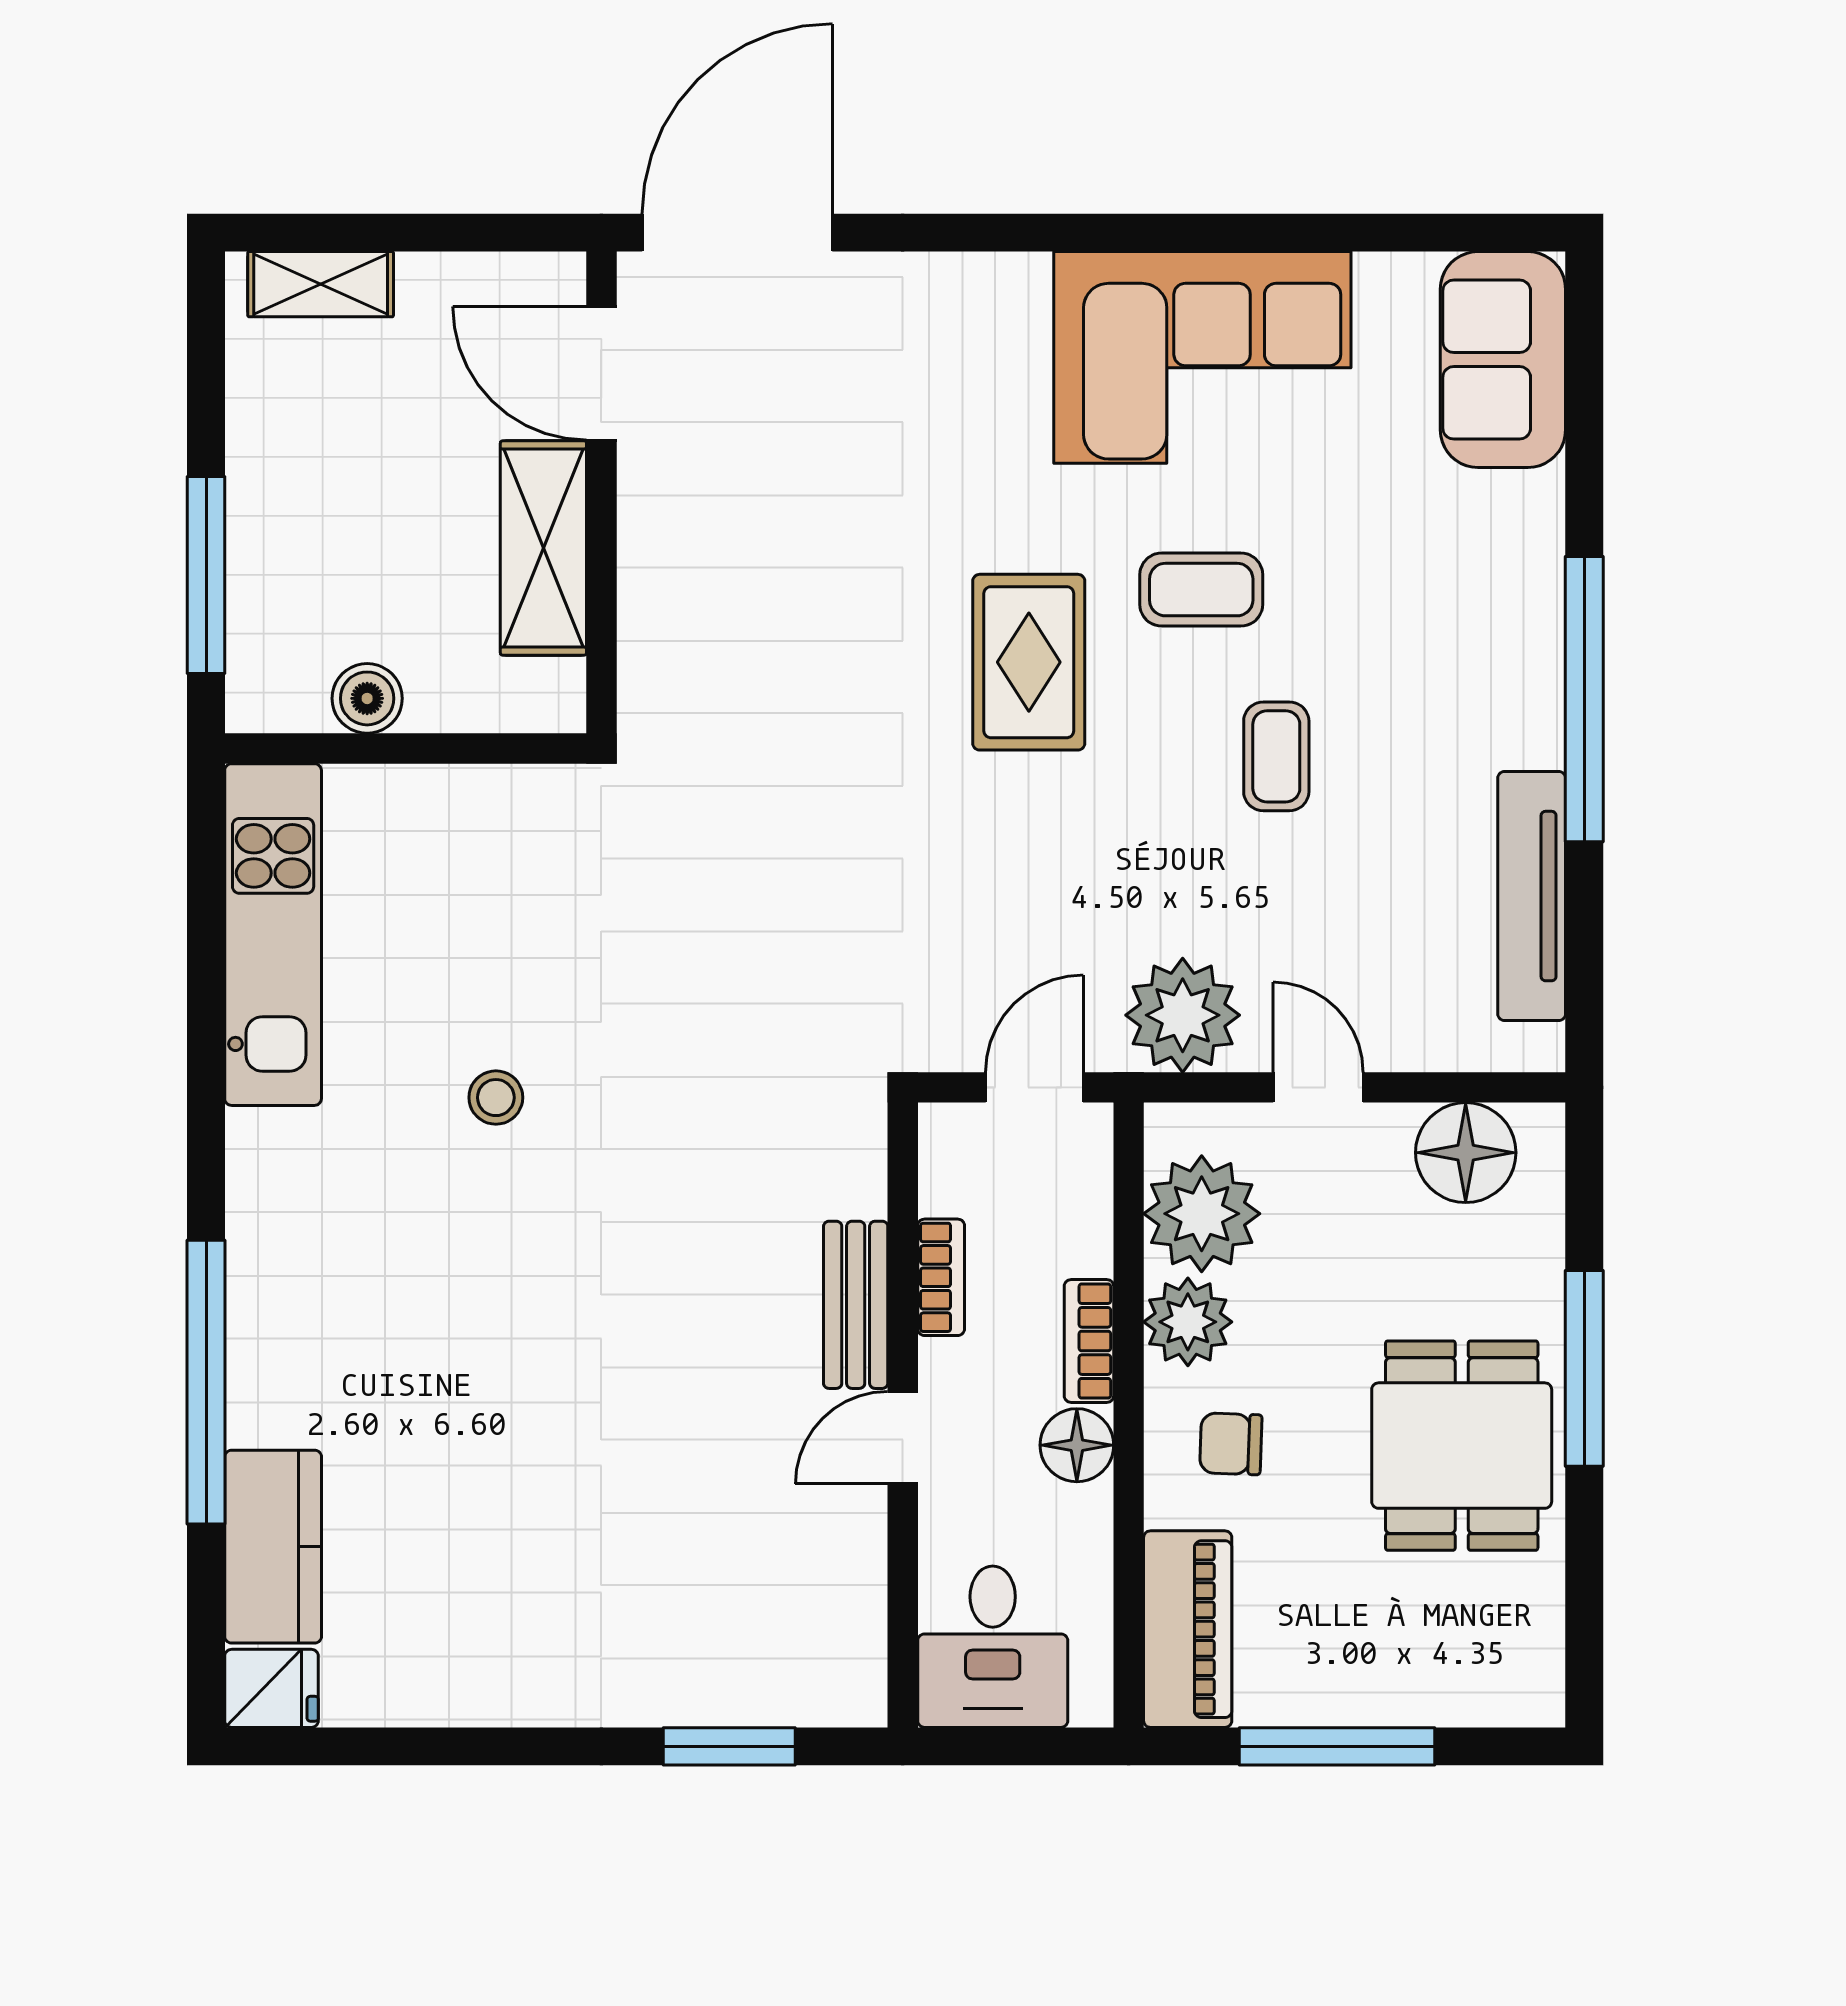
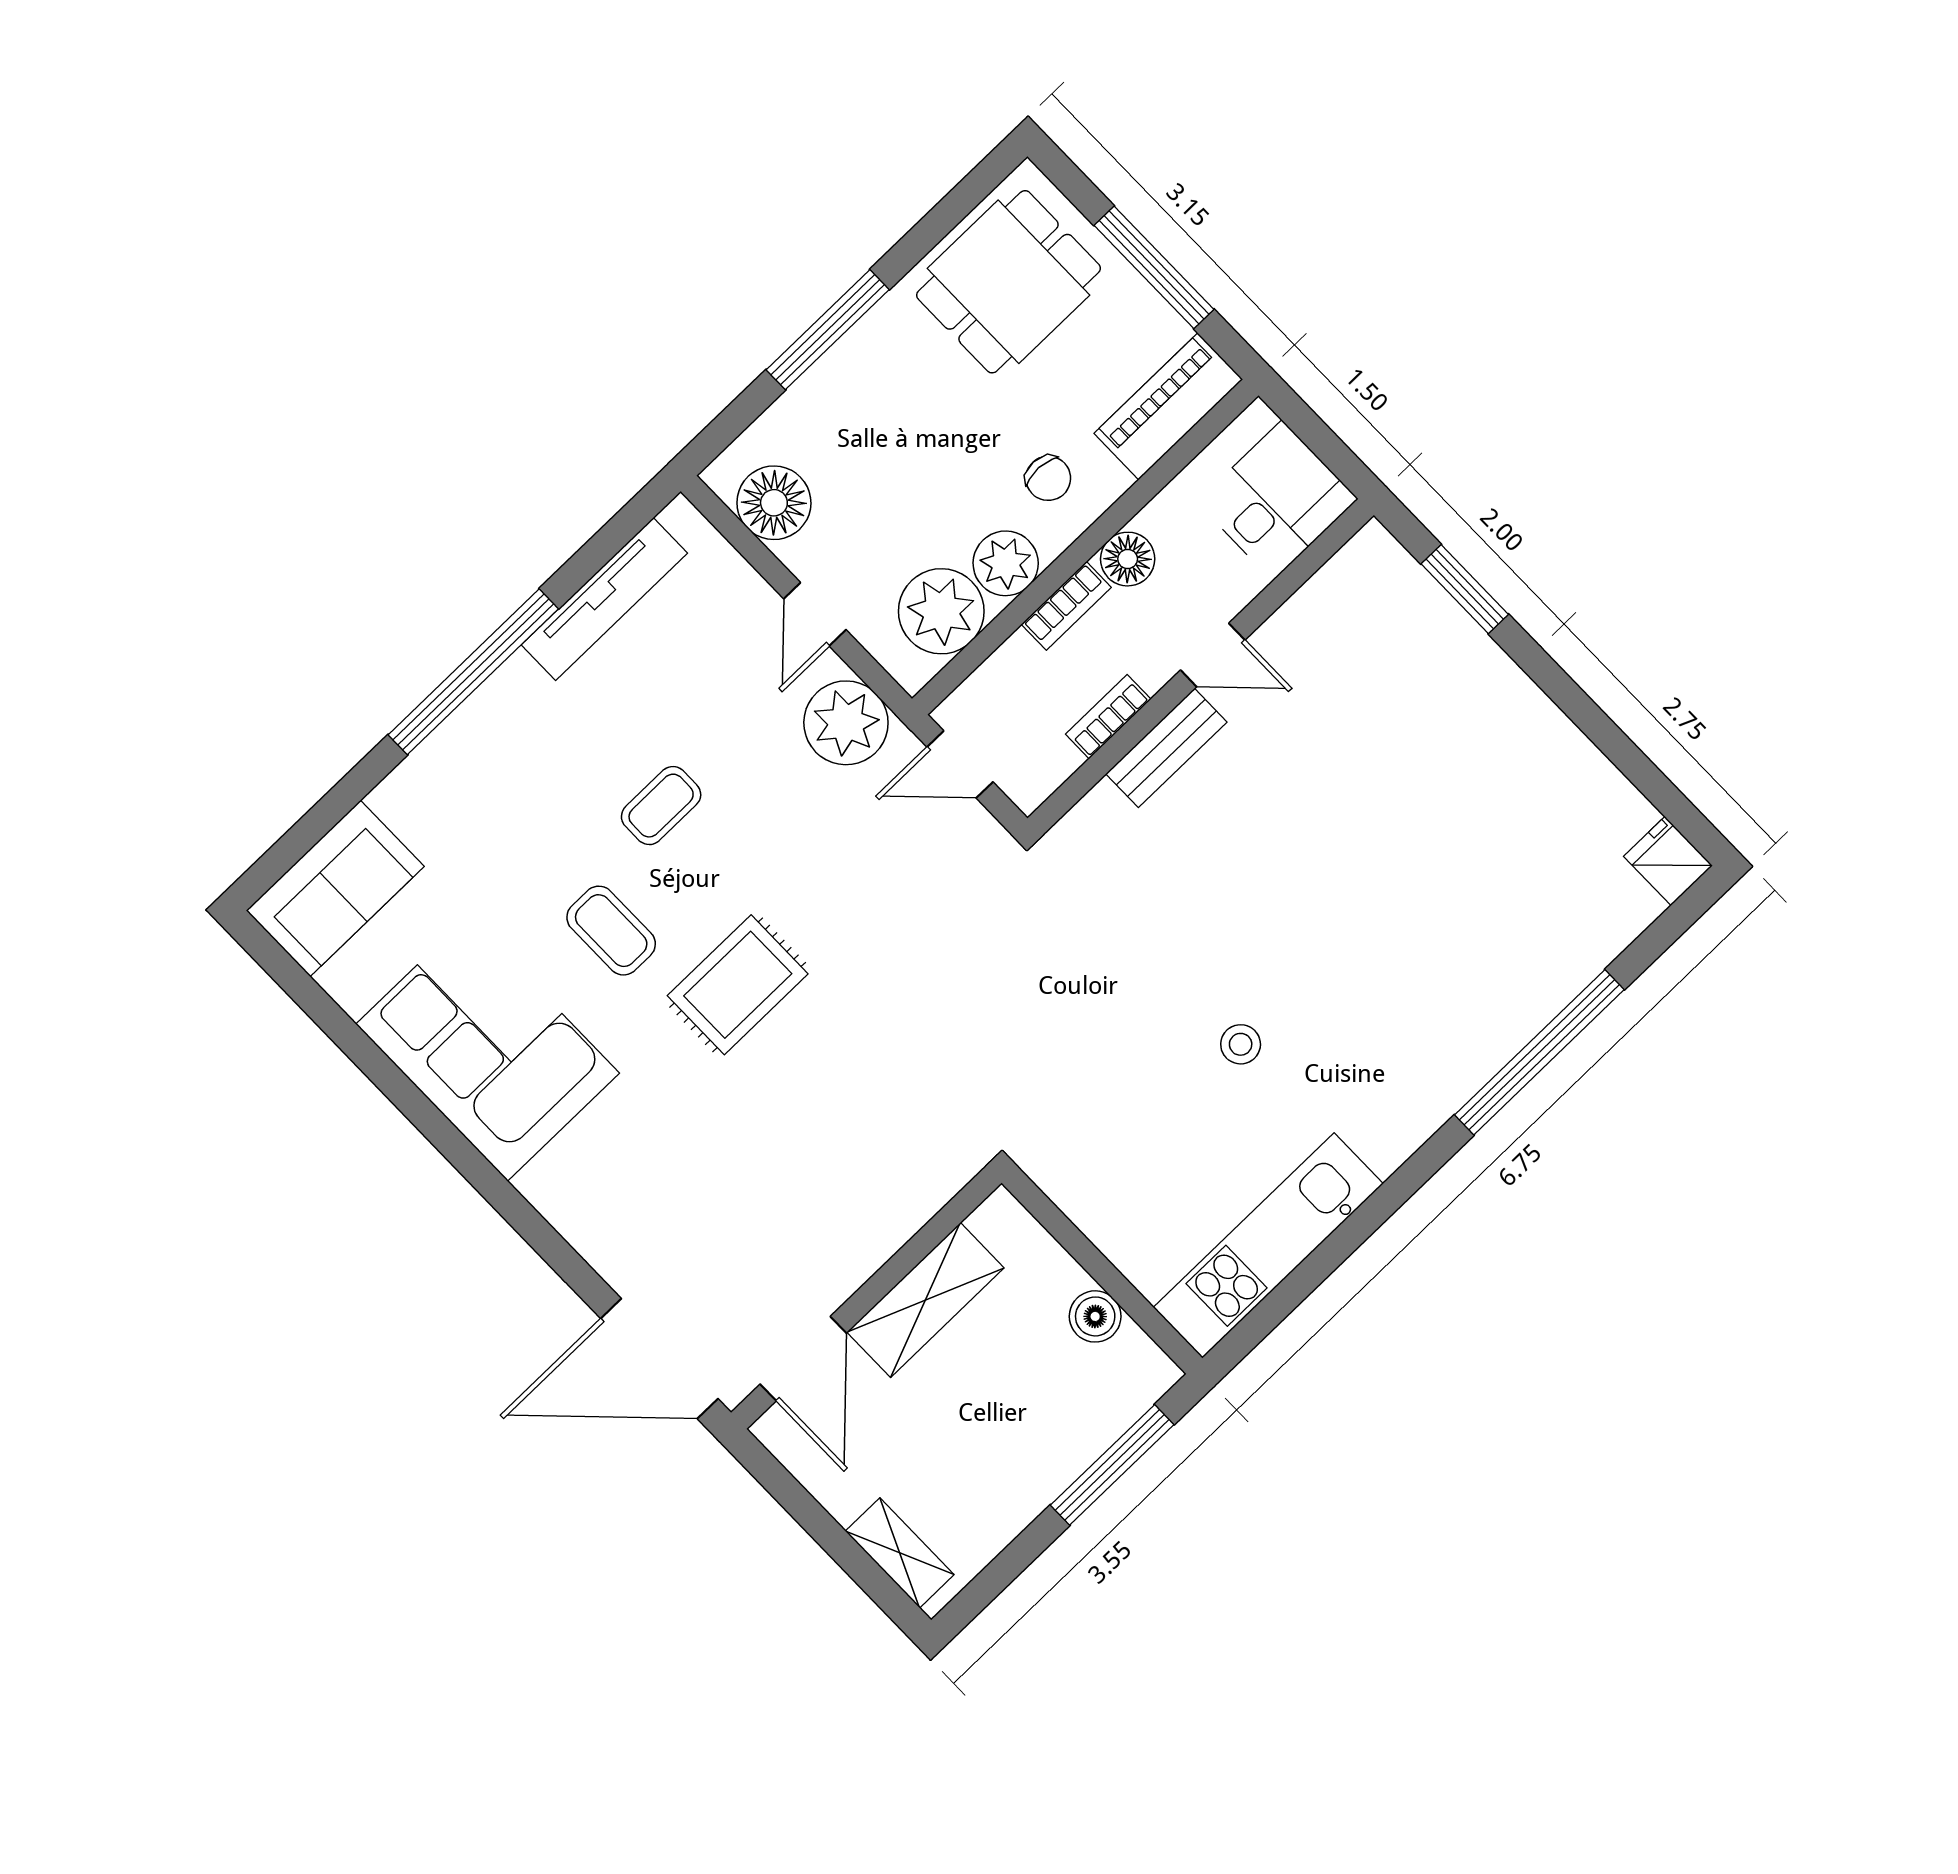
dining table: (1462, 1446) -> (1009, 282), moved
kitchen counter: (273, 1547) -> (1592, 933), removed

